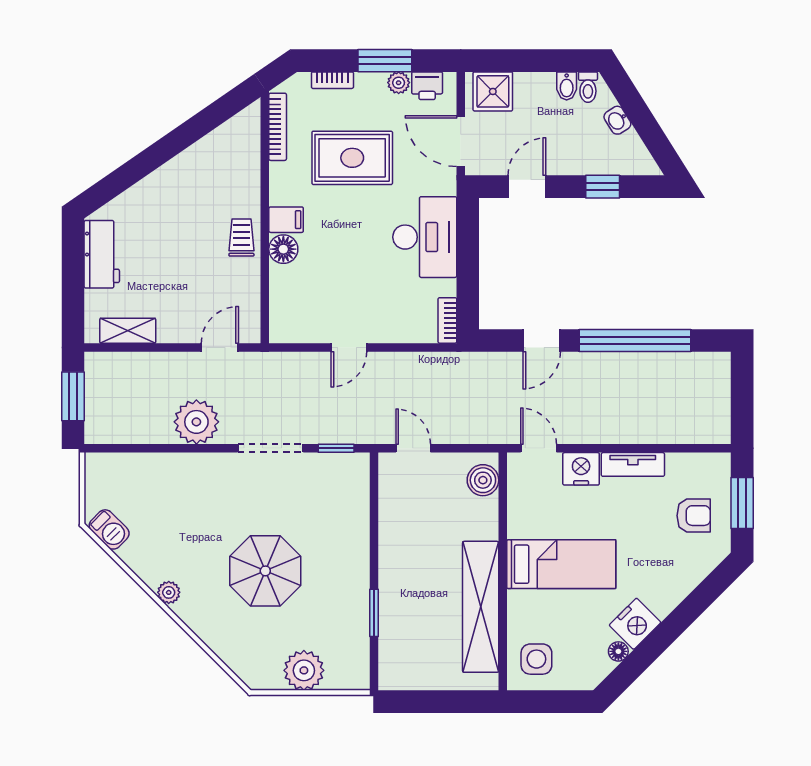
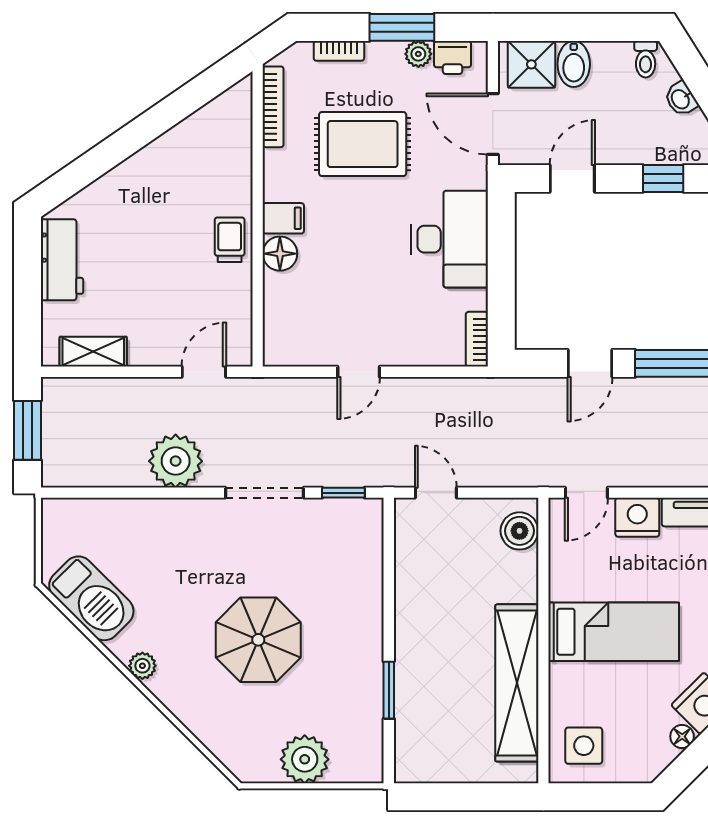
bidet: (567, 86) -> (574, 64), moved, width x1.38, depth x1.36
door: (539, 448) -> (586, 493), swing flipped
barbecue: (109, 529) -> (91, 598), width x1.88, depth x1.53

